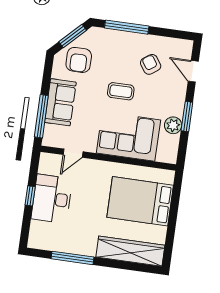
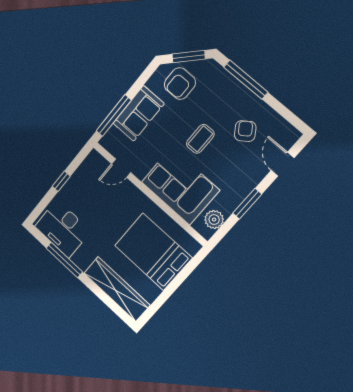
coffee table: (121, 91) -> (200, 139), turned 90
plant: (173, 125) -> (214, 220), moved
desk: (52, 199) -> (63, 229), moved, turned -90

